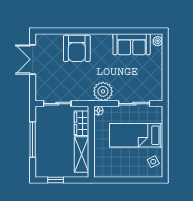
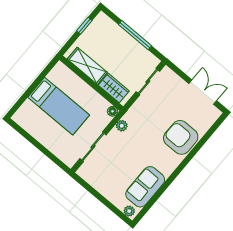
plant: (103, 91) -> (122, 126), width x0.53, depth x0.53
bed: (136, 135) -> (59, 106), moved, turned 90
side table: (153, 162) -> (30, 121), removed

